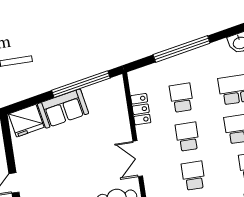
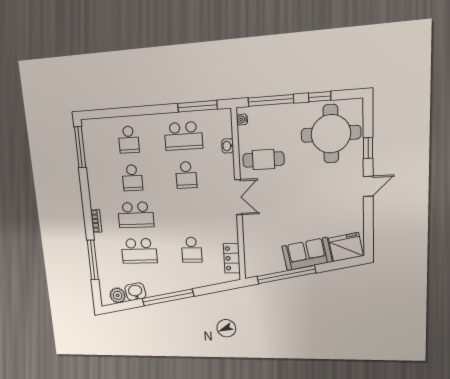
window: (182, 49) -> (168, 297), moved
locker: (141, 109) -> (232, 258), moved
school desk: (187, 137) -> (189, 213), removed

